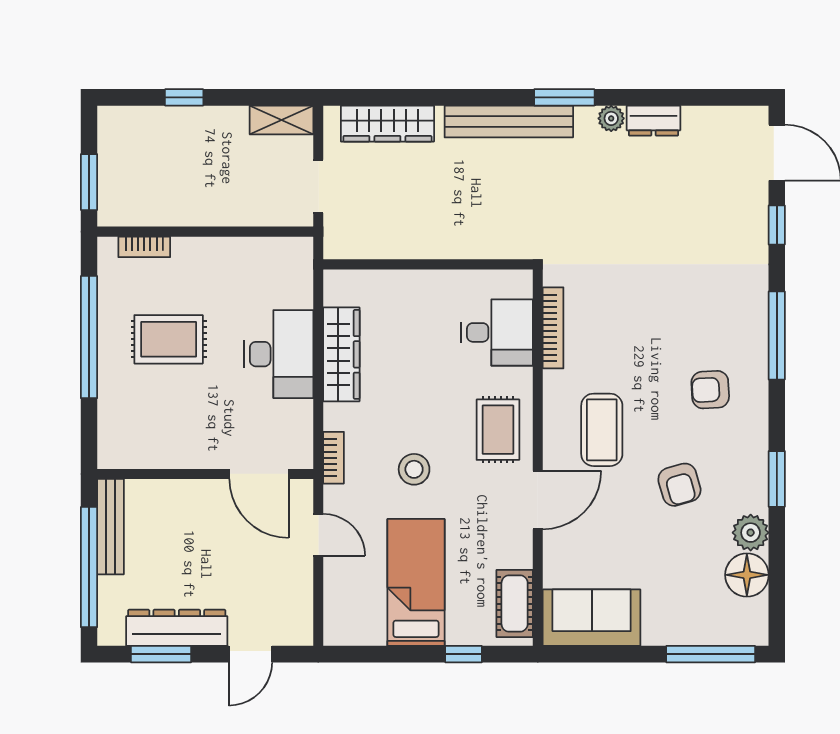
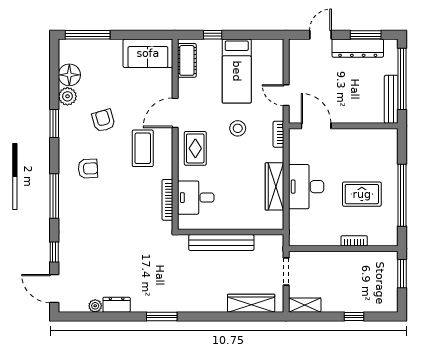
plant: (611, 118) -> (95, 306), moved
bench: (509, 121) -> (221, 243), moved
bookcase: (144, 247) -> (354, 241), moved

